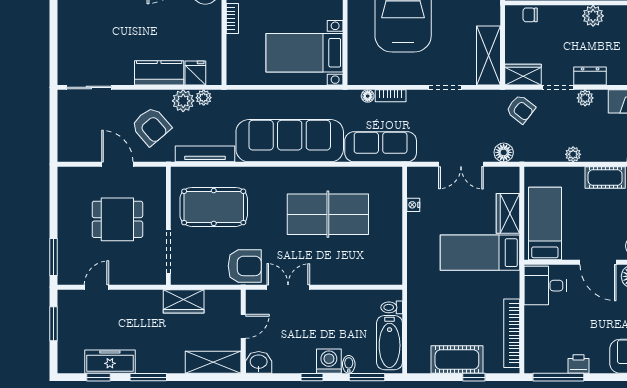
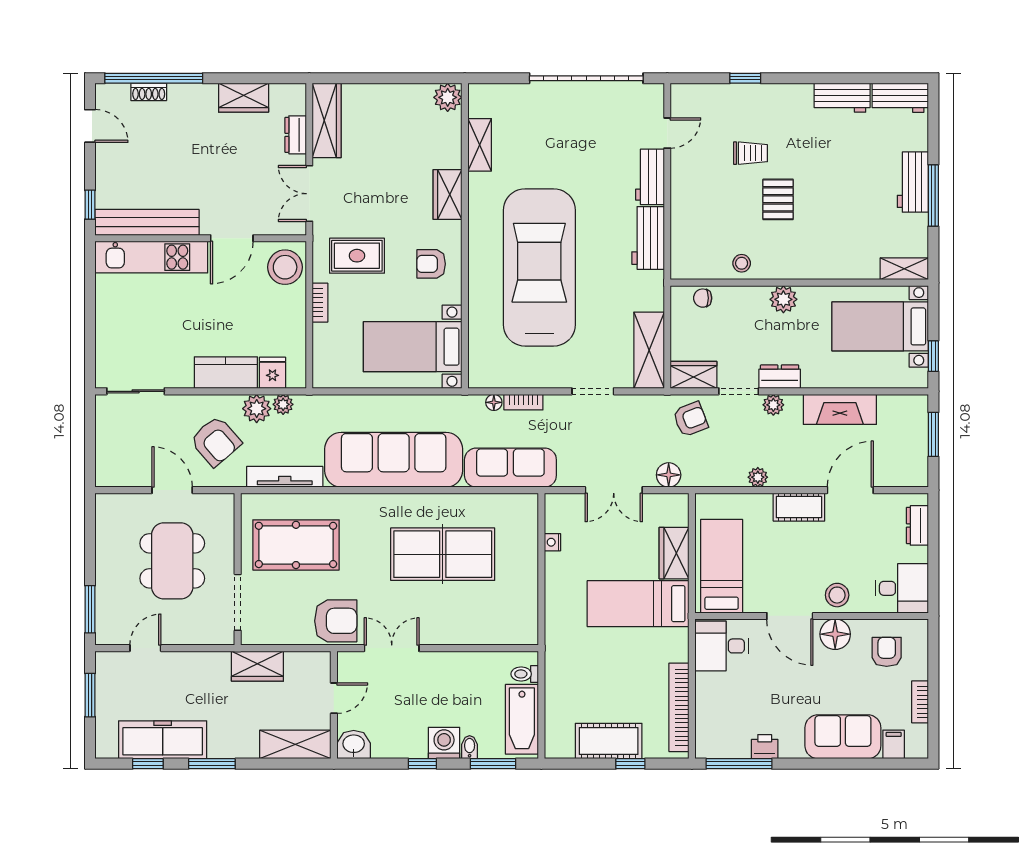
armchair: (521, 109) -> (690, 419), turned -59
dining table: (117, 219) -> (172, 561), width x1.38
freezer: (110, 362) -> (163, 740), width x1.36, depth x1.26

